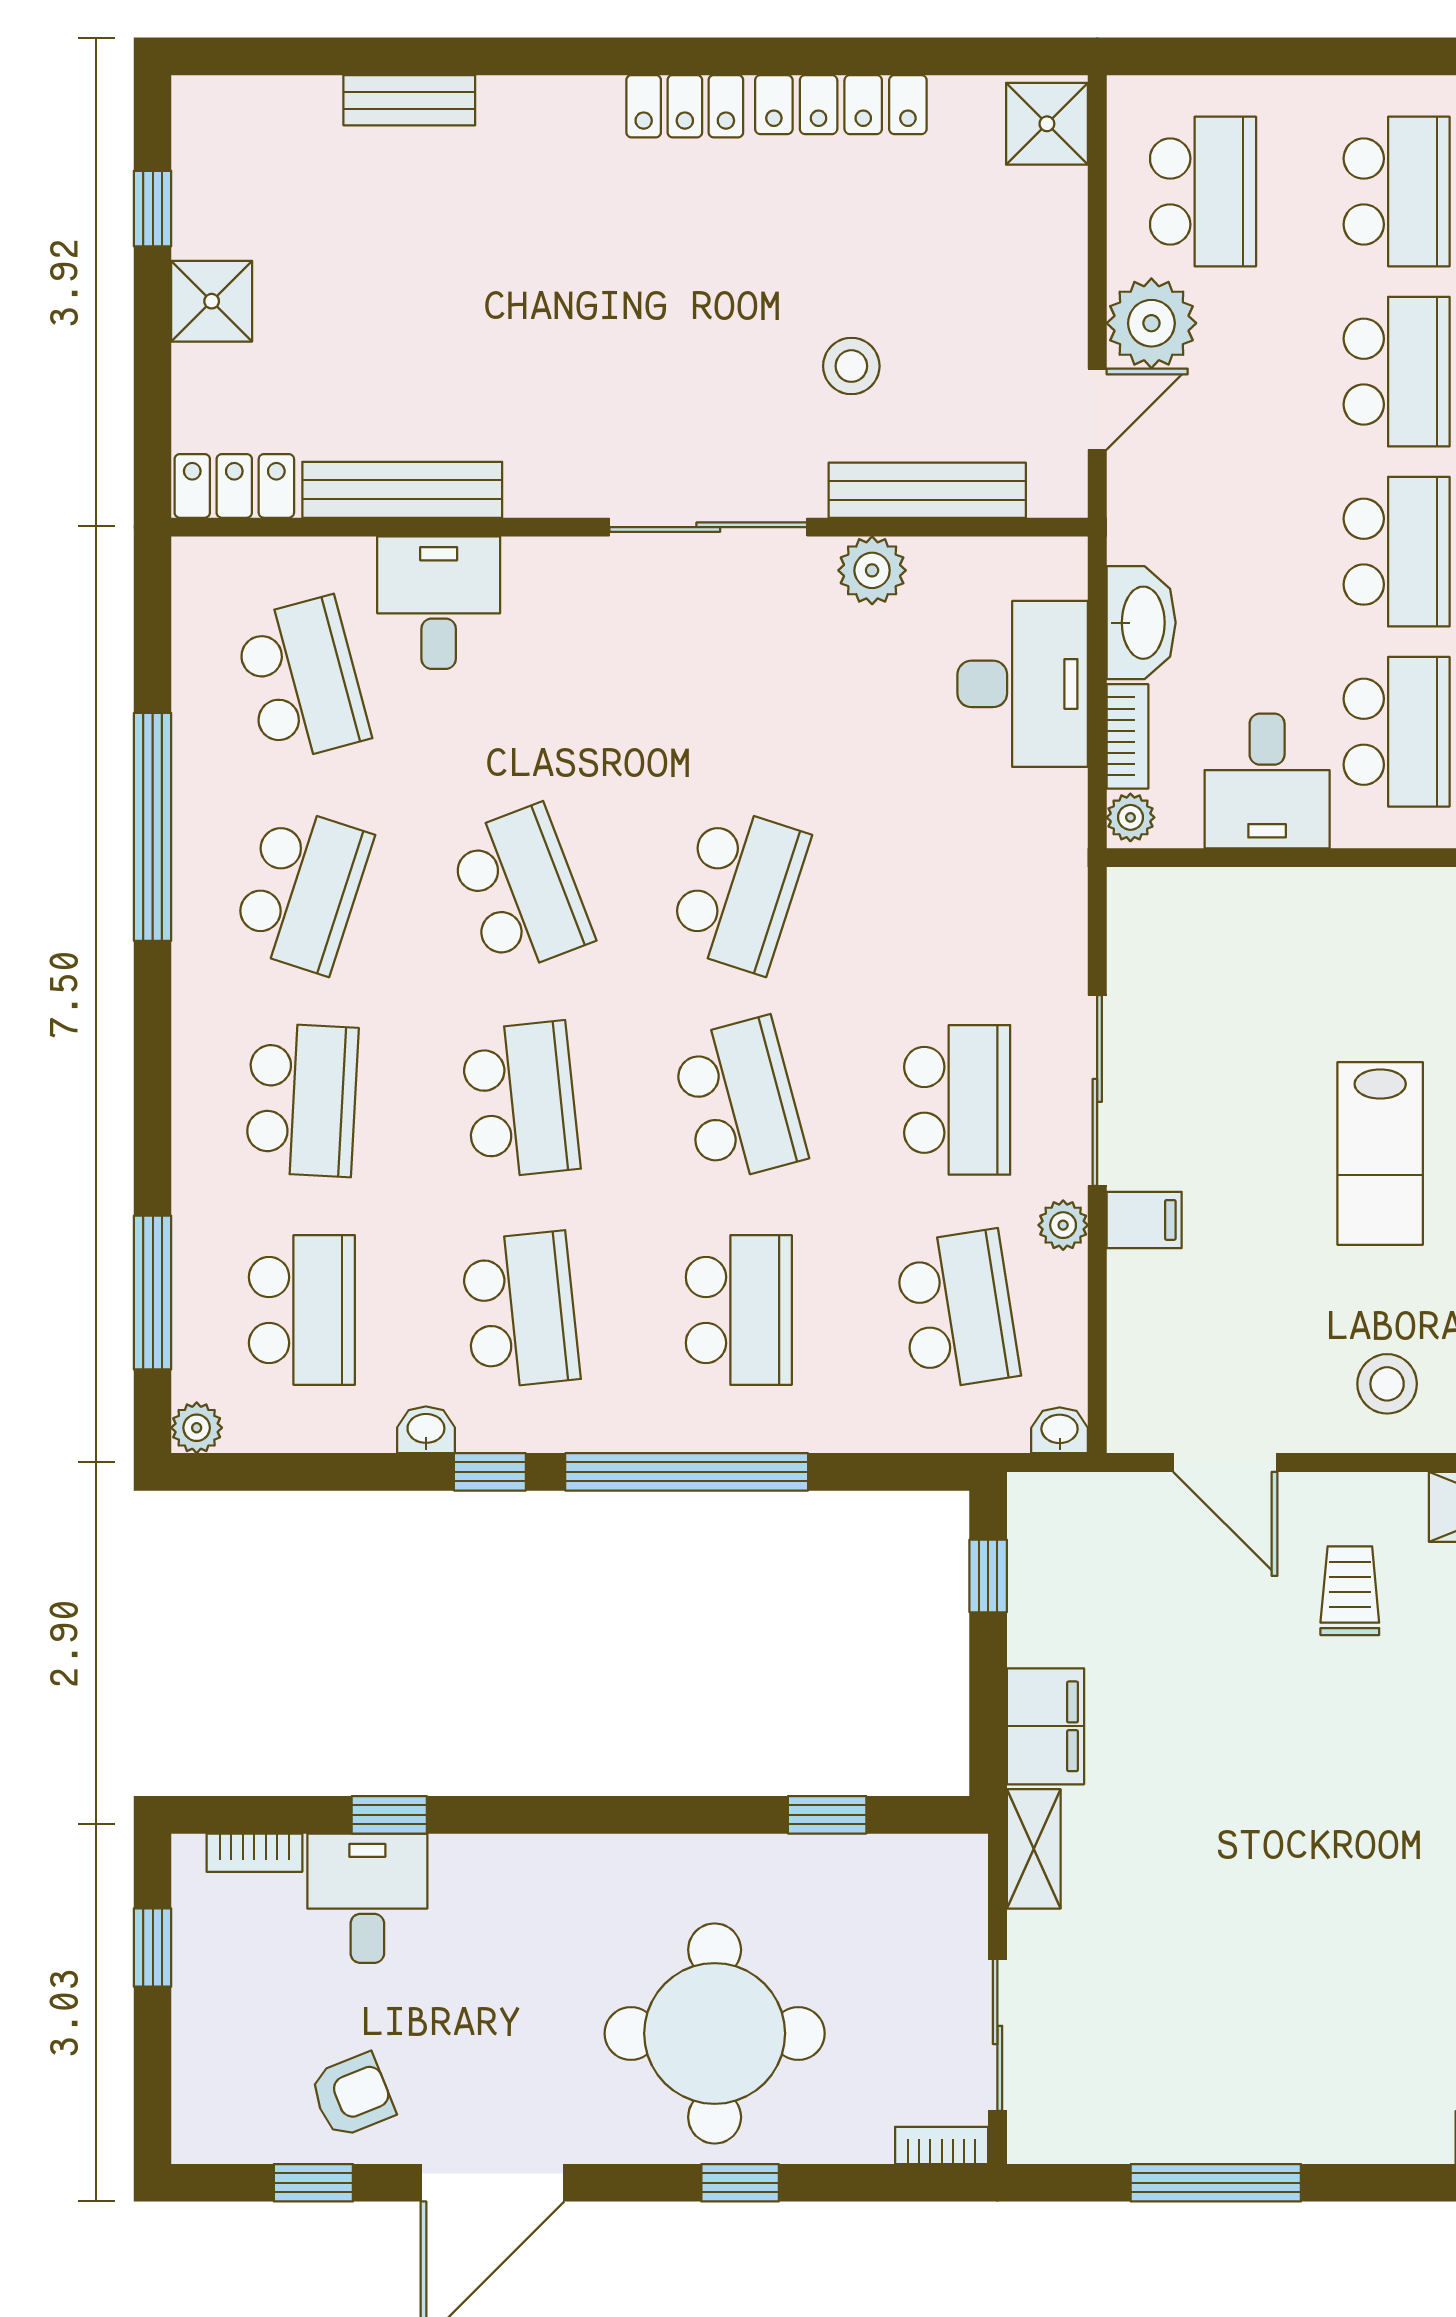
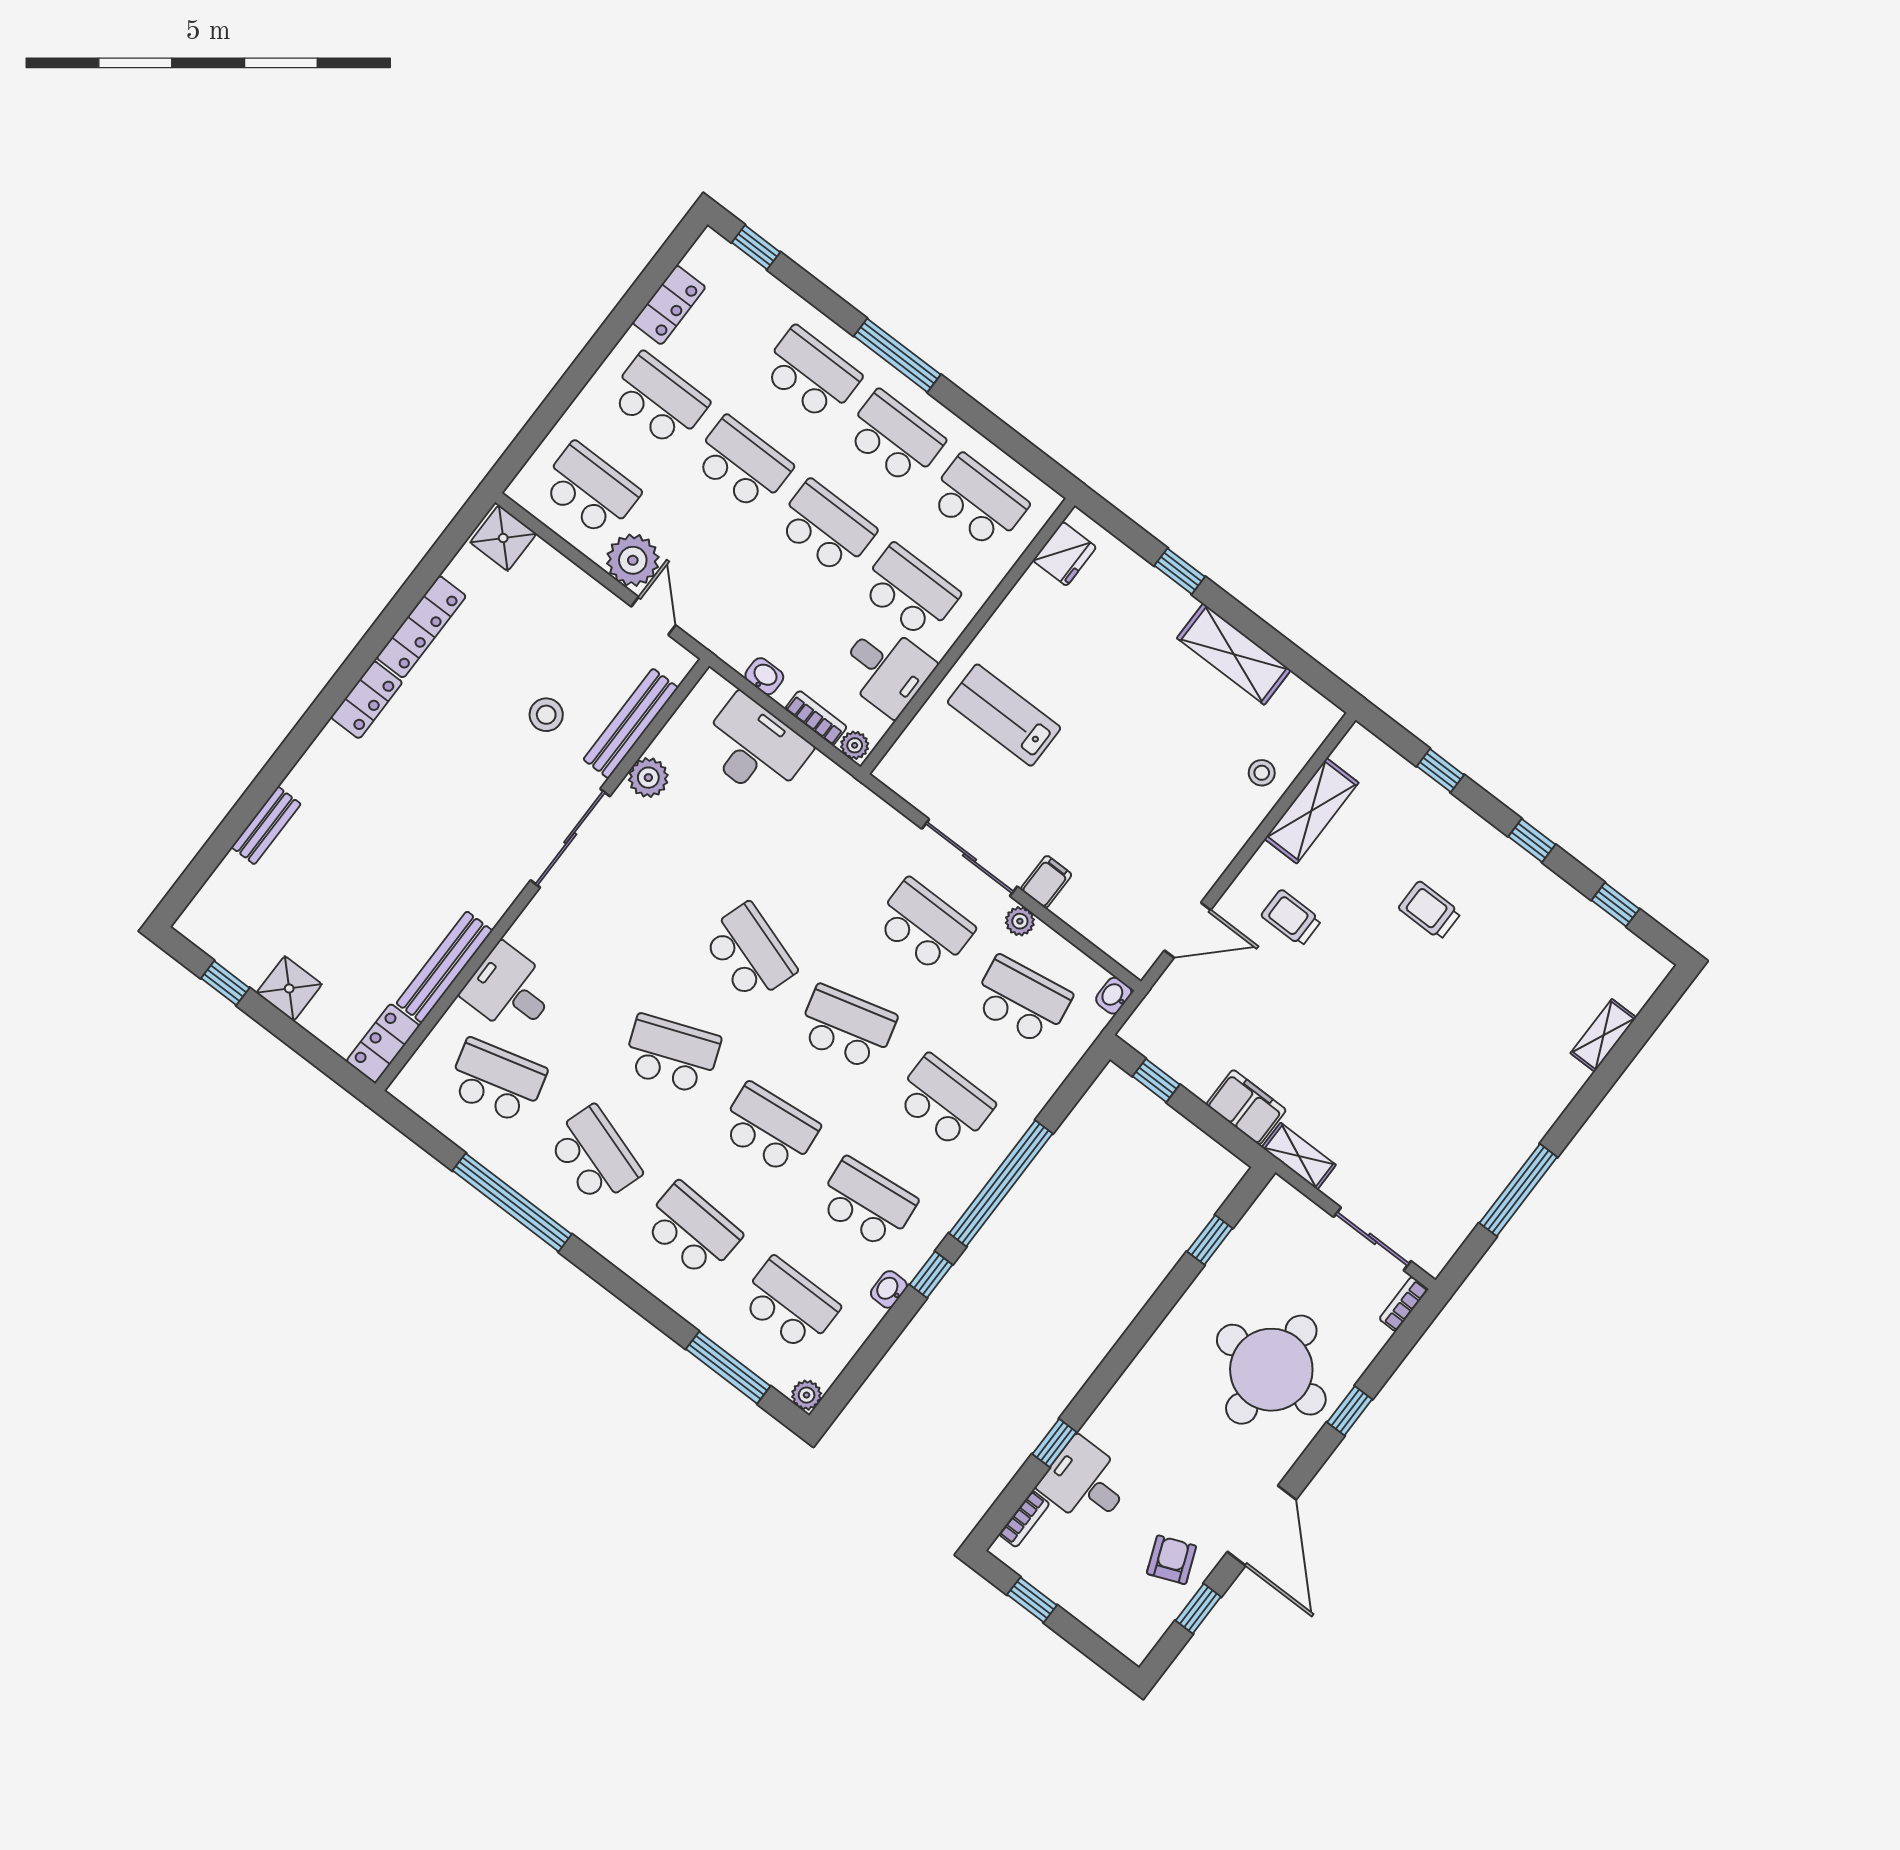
washbasin: (1141, 623) -> (764, 676), width x0.52, depth x0.69
lab bench: (1380, 1153) -> (1004, 715), moved, turned 180
stool: (1387, 1384) -> (1208, 827), removed

